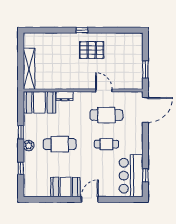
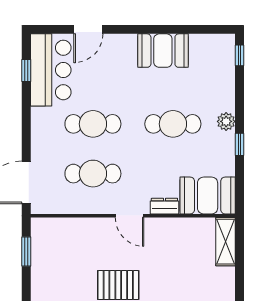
shelving: (29, 69) -> (226, 242), width x0.68
door: (104, 90) -> (130, 216), moved
cafe table: (106, 144) -> (93, 124), width x1.37, depth x1.35
window: (21, 168) -> (240, 55), moved
door: (90, 199) -> (88, 29), moved

